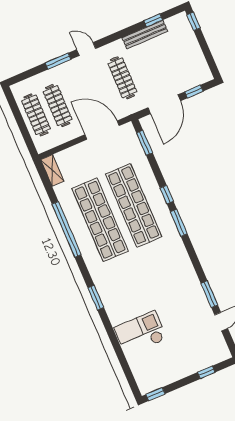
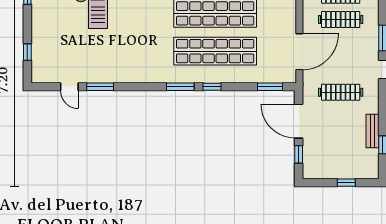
window: (194, 21) -> (346, 183), moved
bench: (145, 35) -> (373, 131), width x0.73

